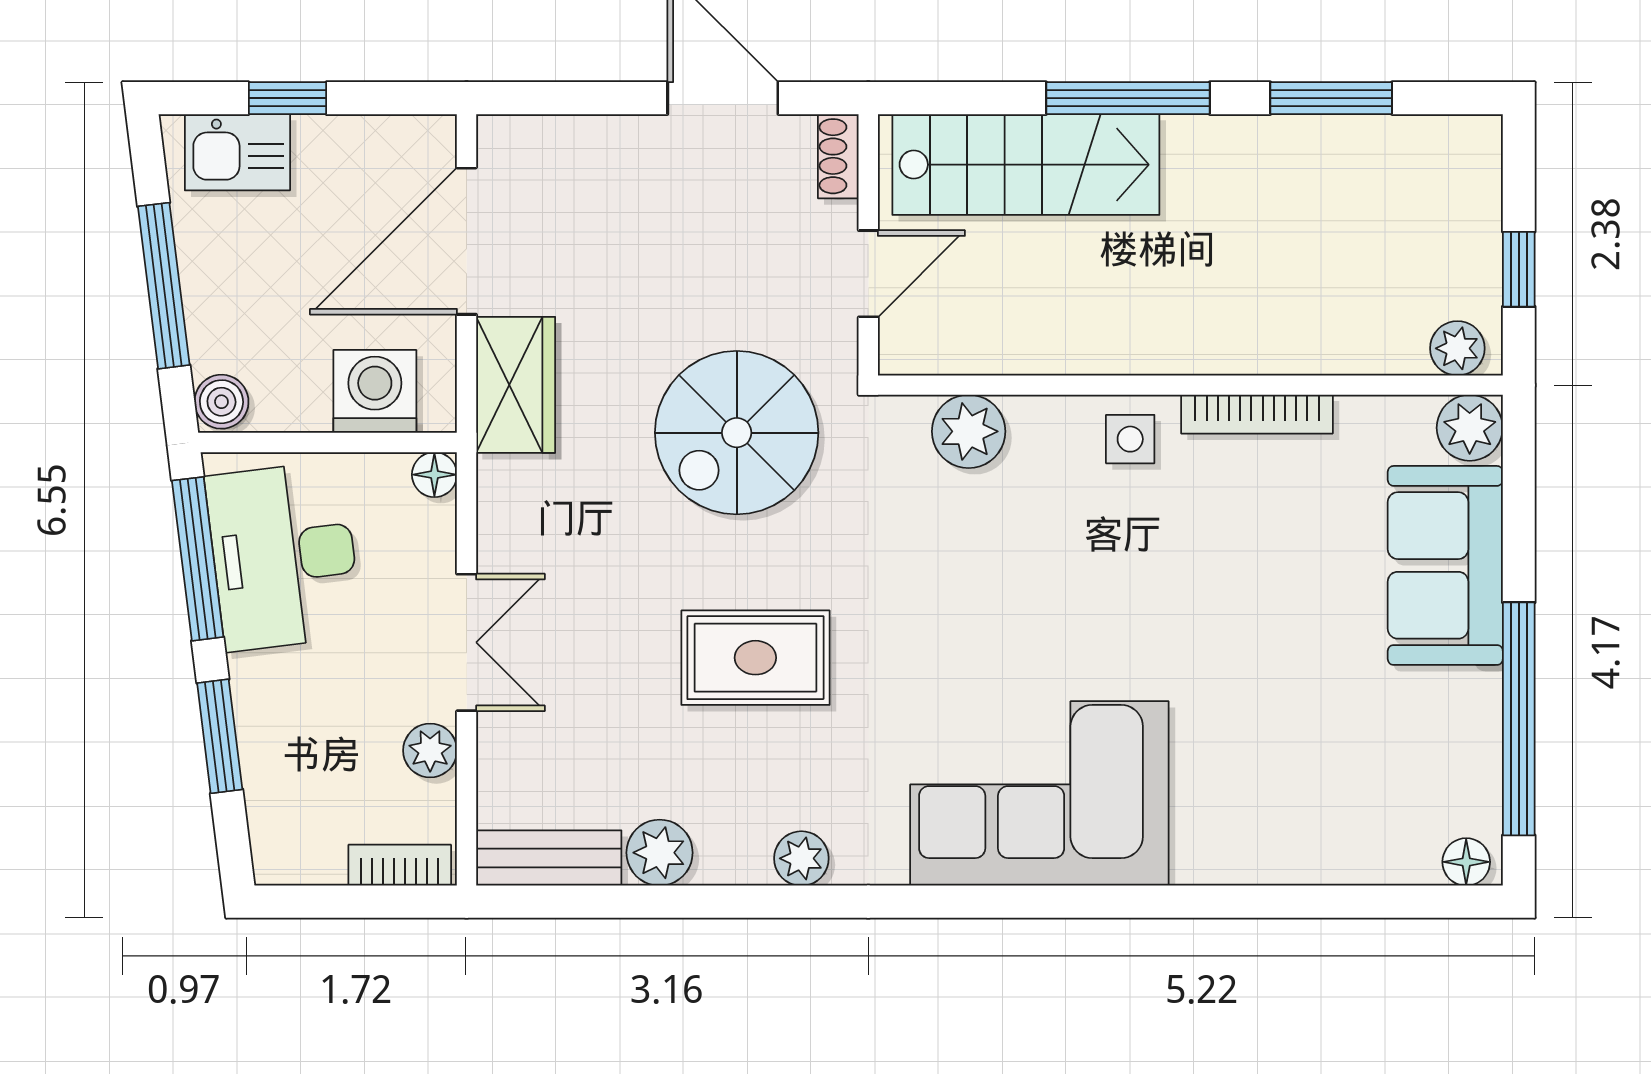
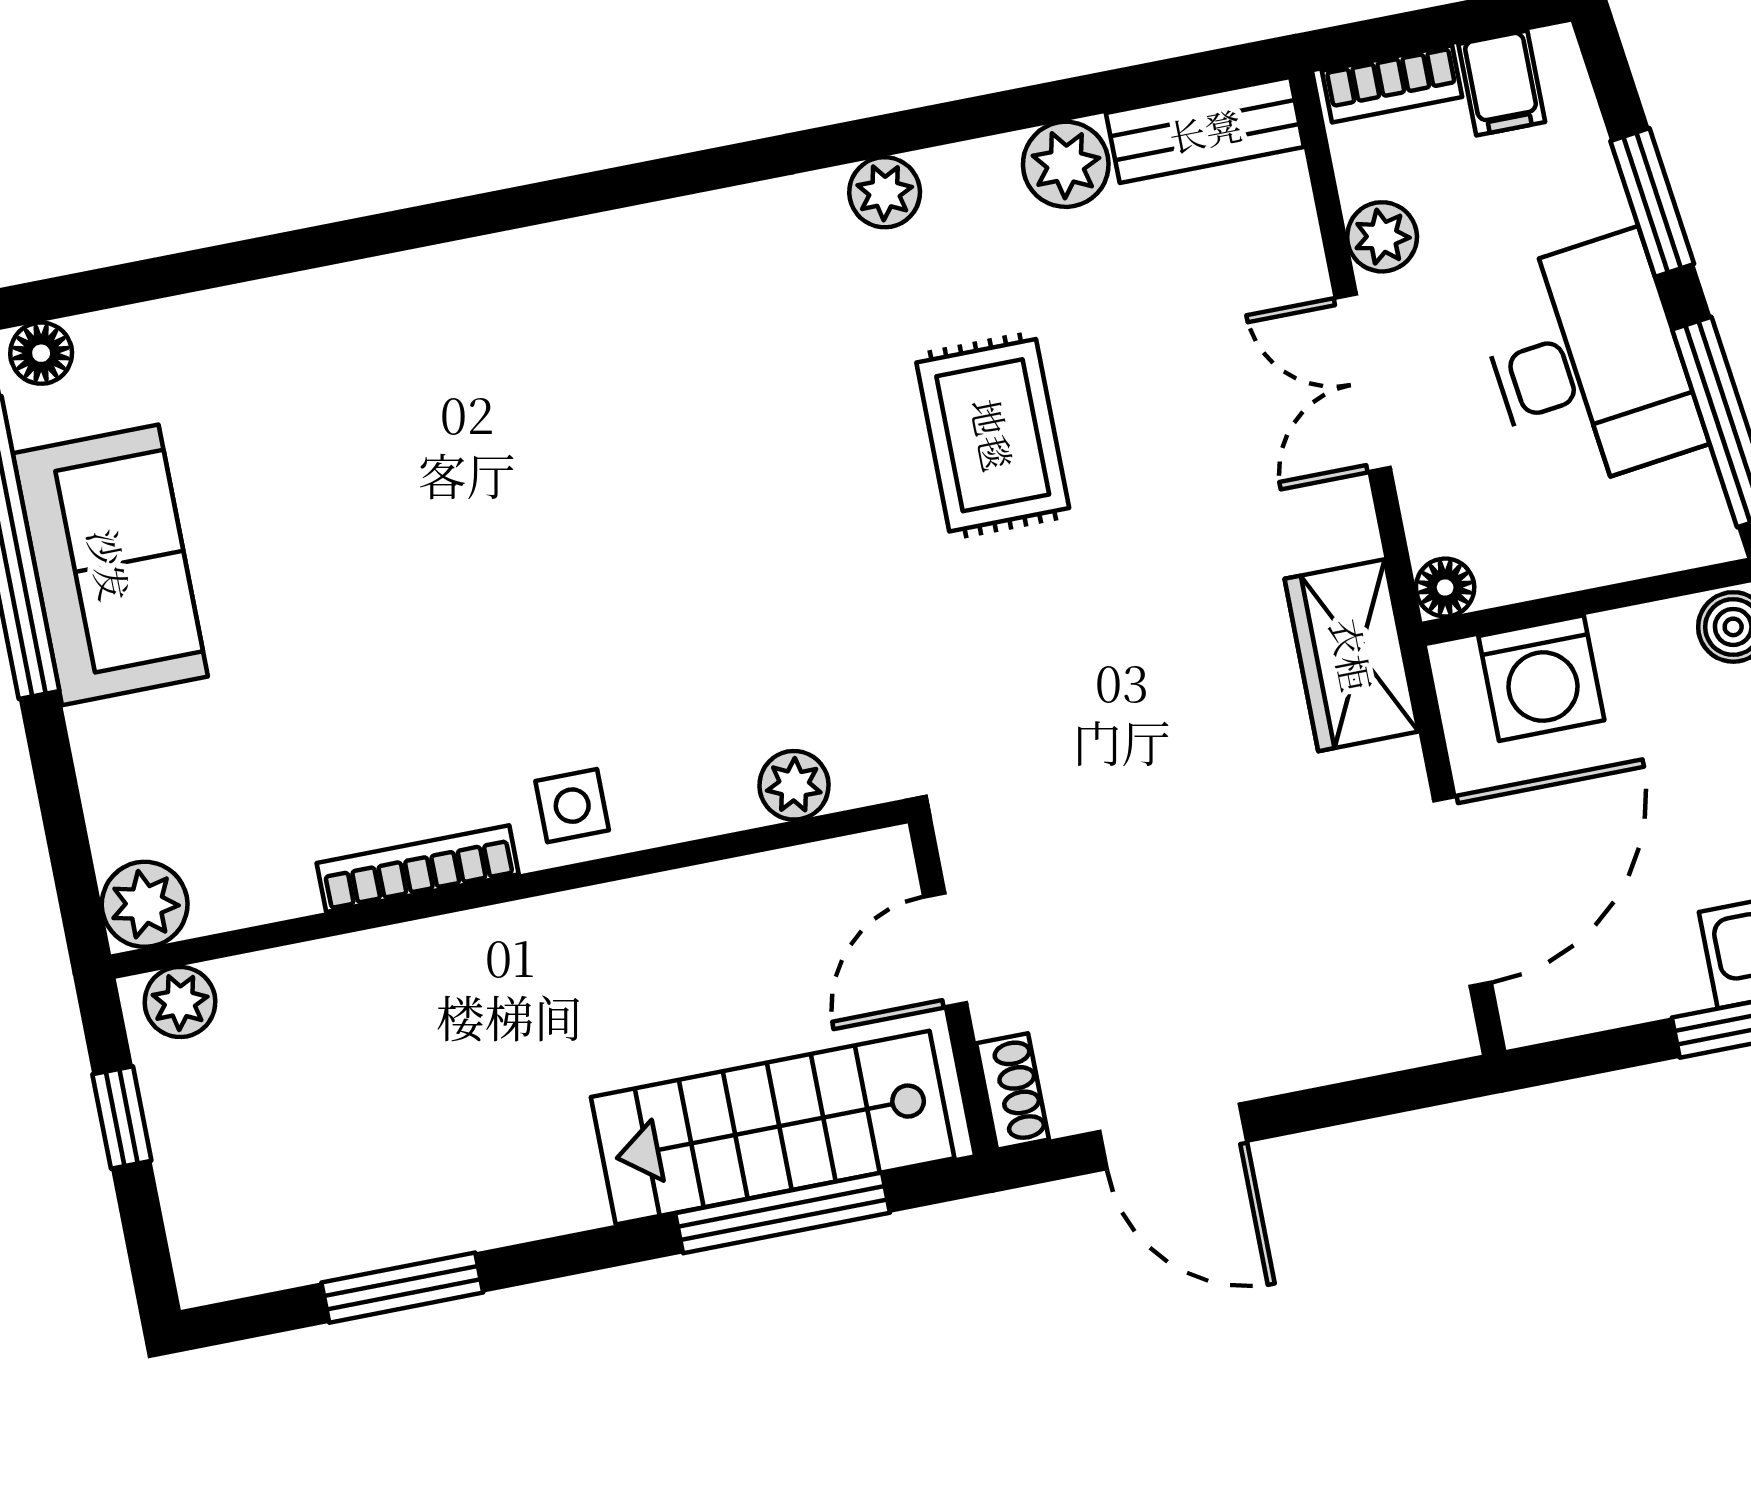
window: (1128, 98) -> (783, 1213), moved
wardrobe: (516, 385) -> (1352, 655), moved
plant: (969, 431) -> (794, 785), width x0.73, depth x0.73
spiral stairs: (737, 433) -> (1073, 716), removed
desk: (284, 556) -> (1588, 363), moved
sofa: (1445, 565) -> (110, 565), moved
rug: (755, 658) -> (993, 435), turned 90
corner sofa: (1039, 793) -> (599, 334), removed
filing cabinet: (316, 850) -> (1502, 83), added

